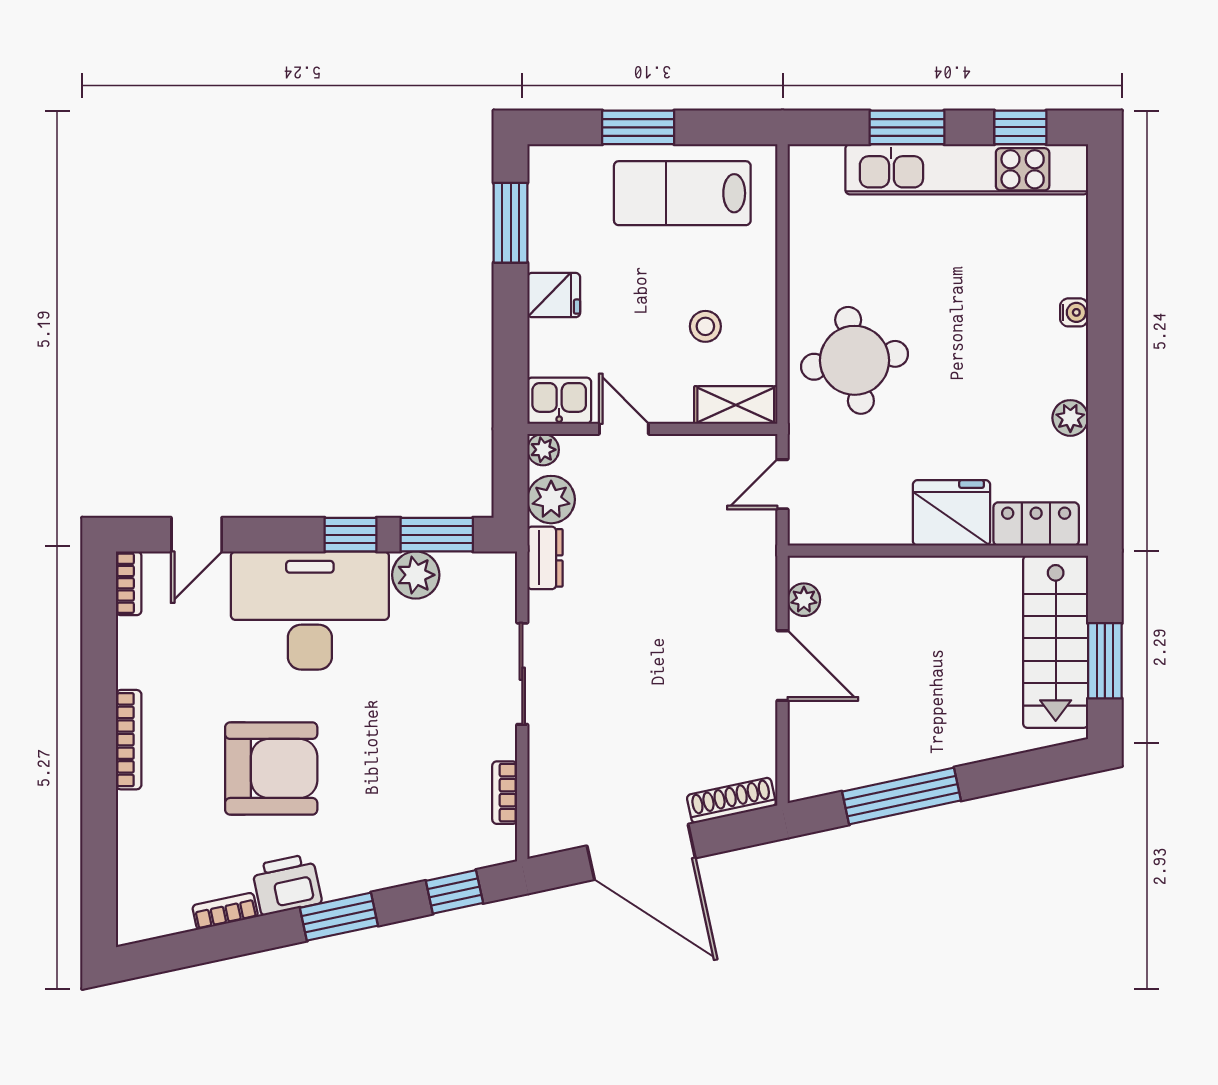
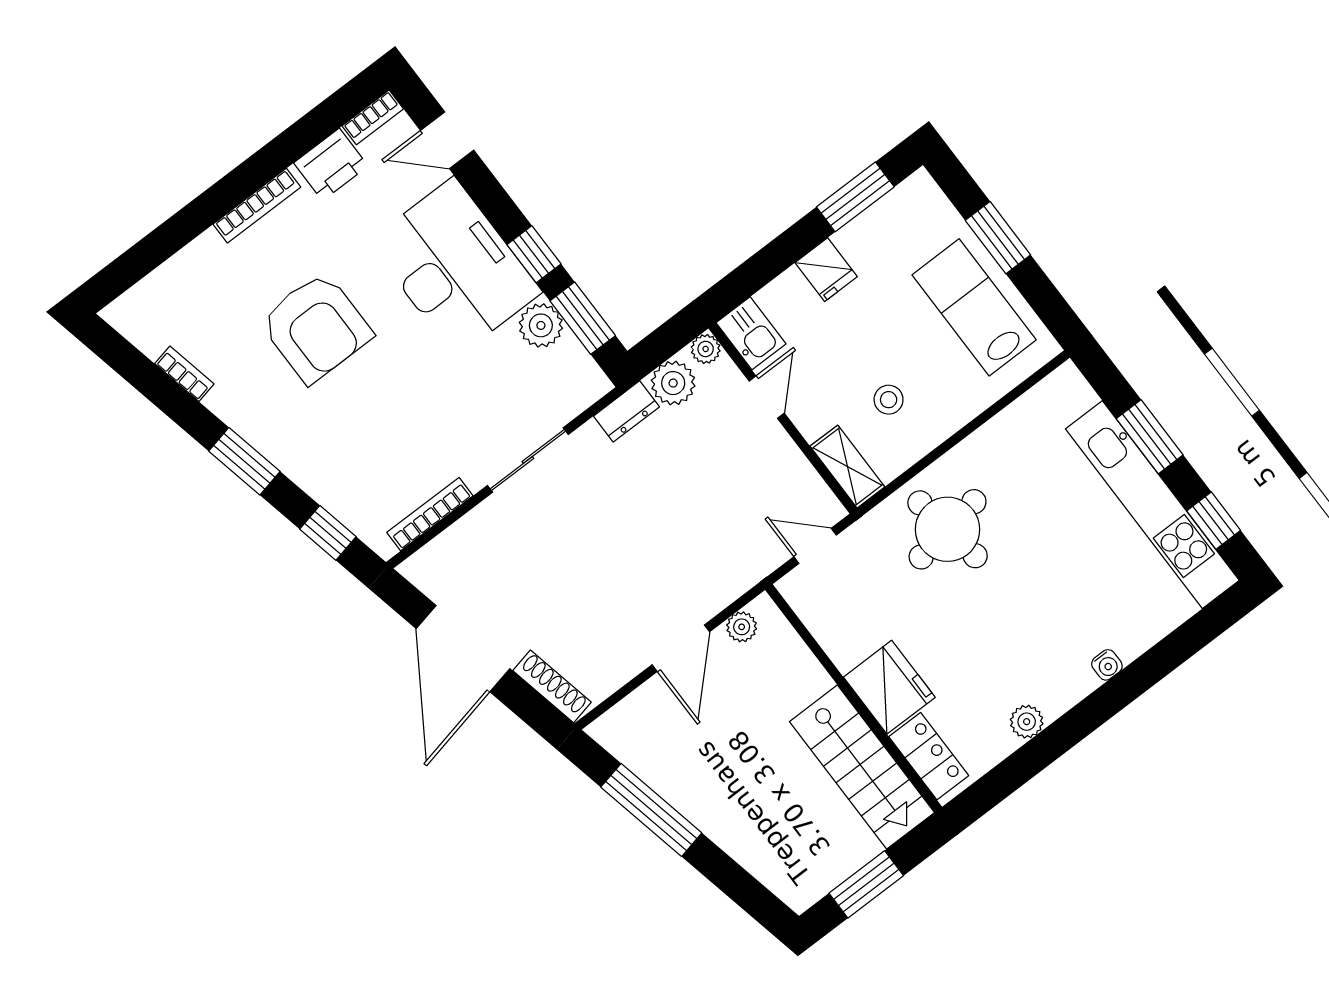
stairs: (1056, 642) -> (862, 767), moved, turned -90
bookcase: (505, 793) -> (430, 514), width x1.56
printer: (287, 884) -> (331, 164), moved, turned 102

